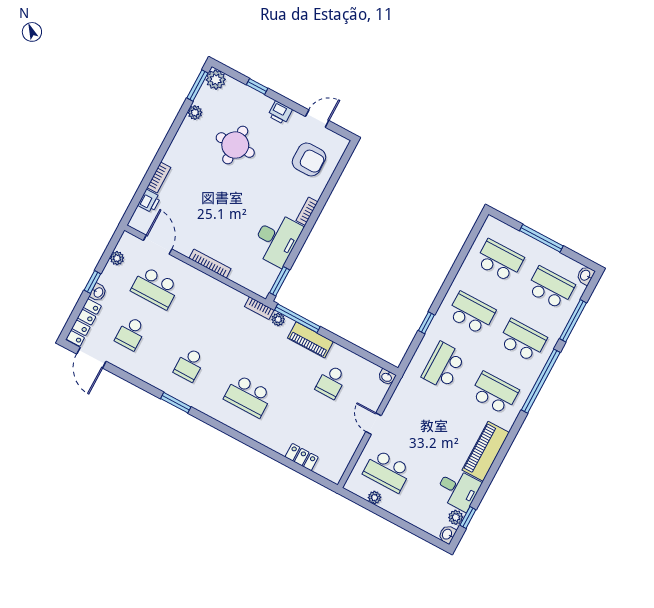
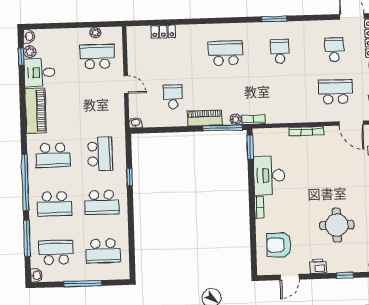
school desk: (551, 288) -> (56, 252), turned 180

